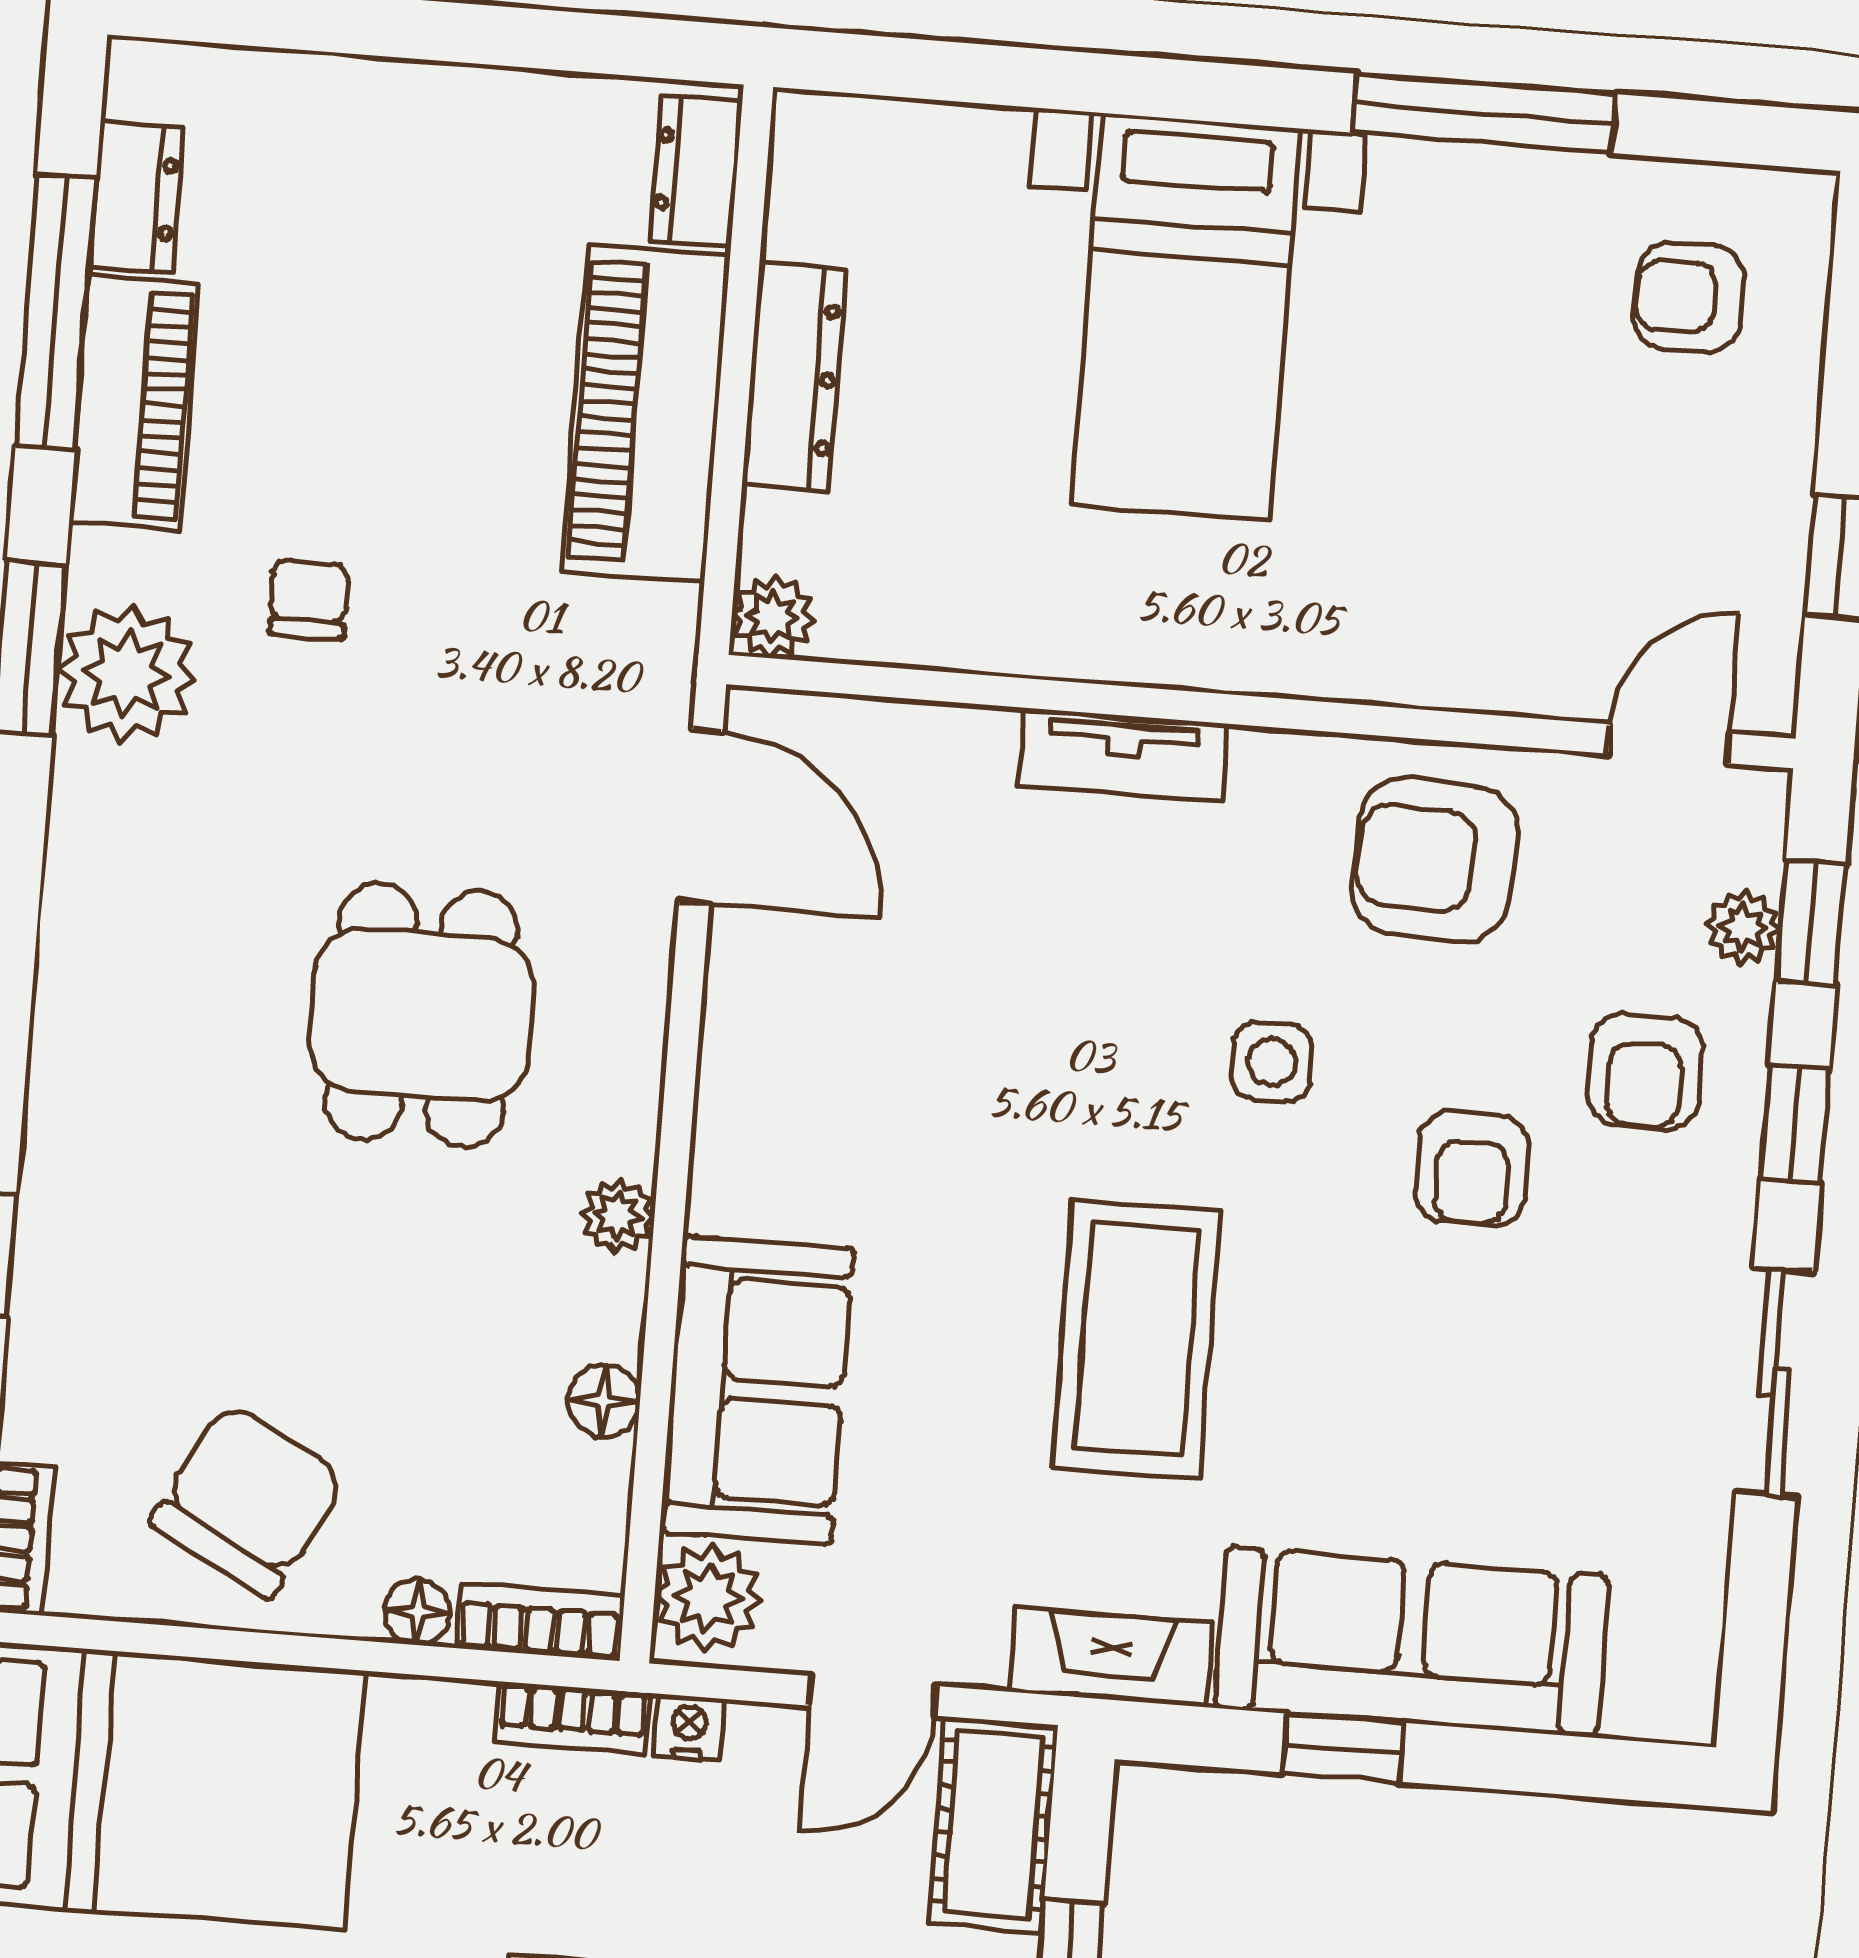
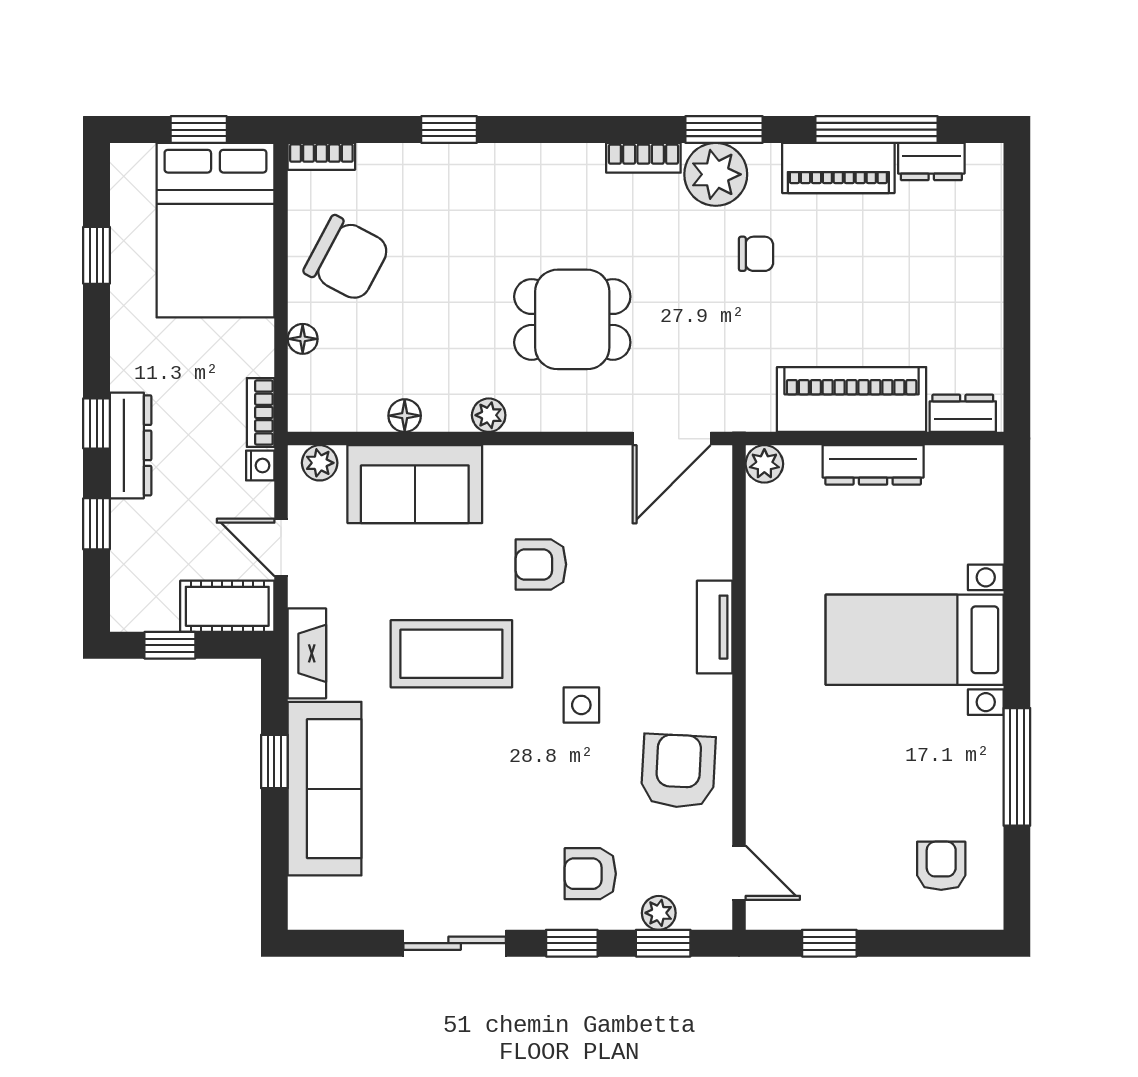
armchair: (1472, 1169) -> (541, 564), moved
plant: (708, 1597) -> (320, 463), width x0.73, depth x0.73
bookcase: (540, 1622) -> (643, 158), moved, turned 90

